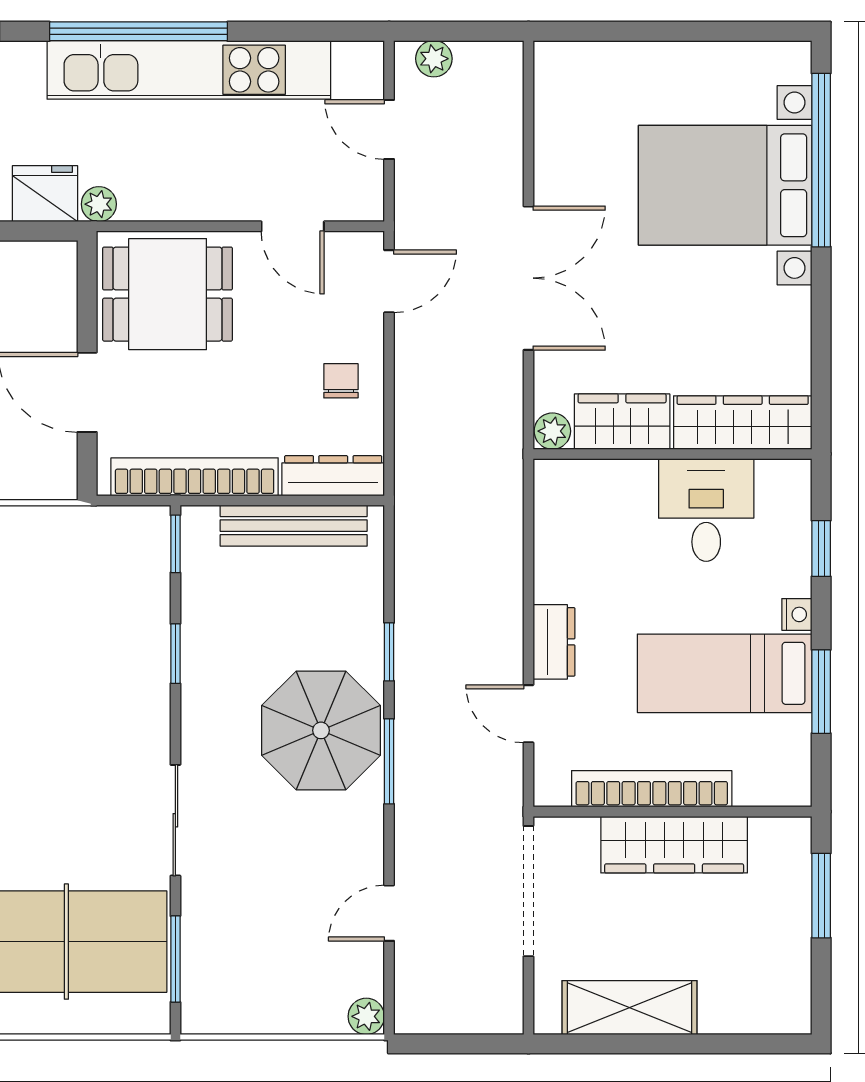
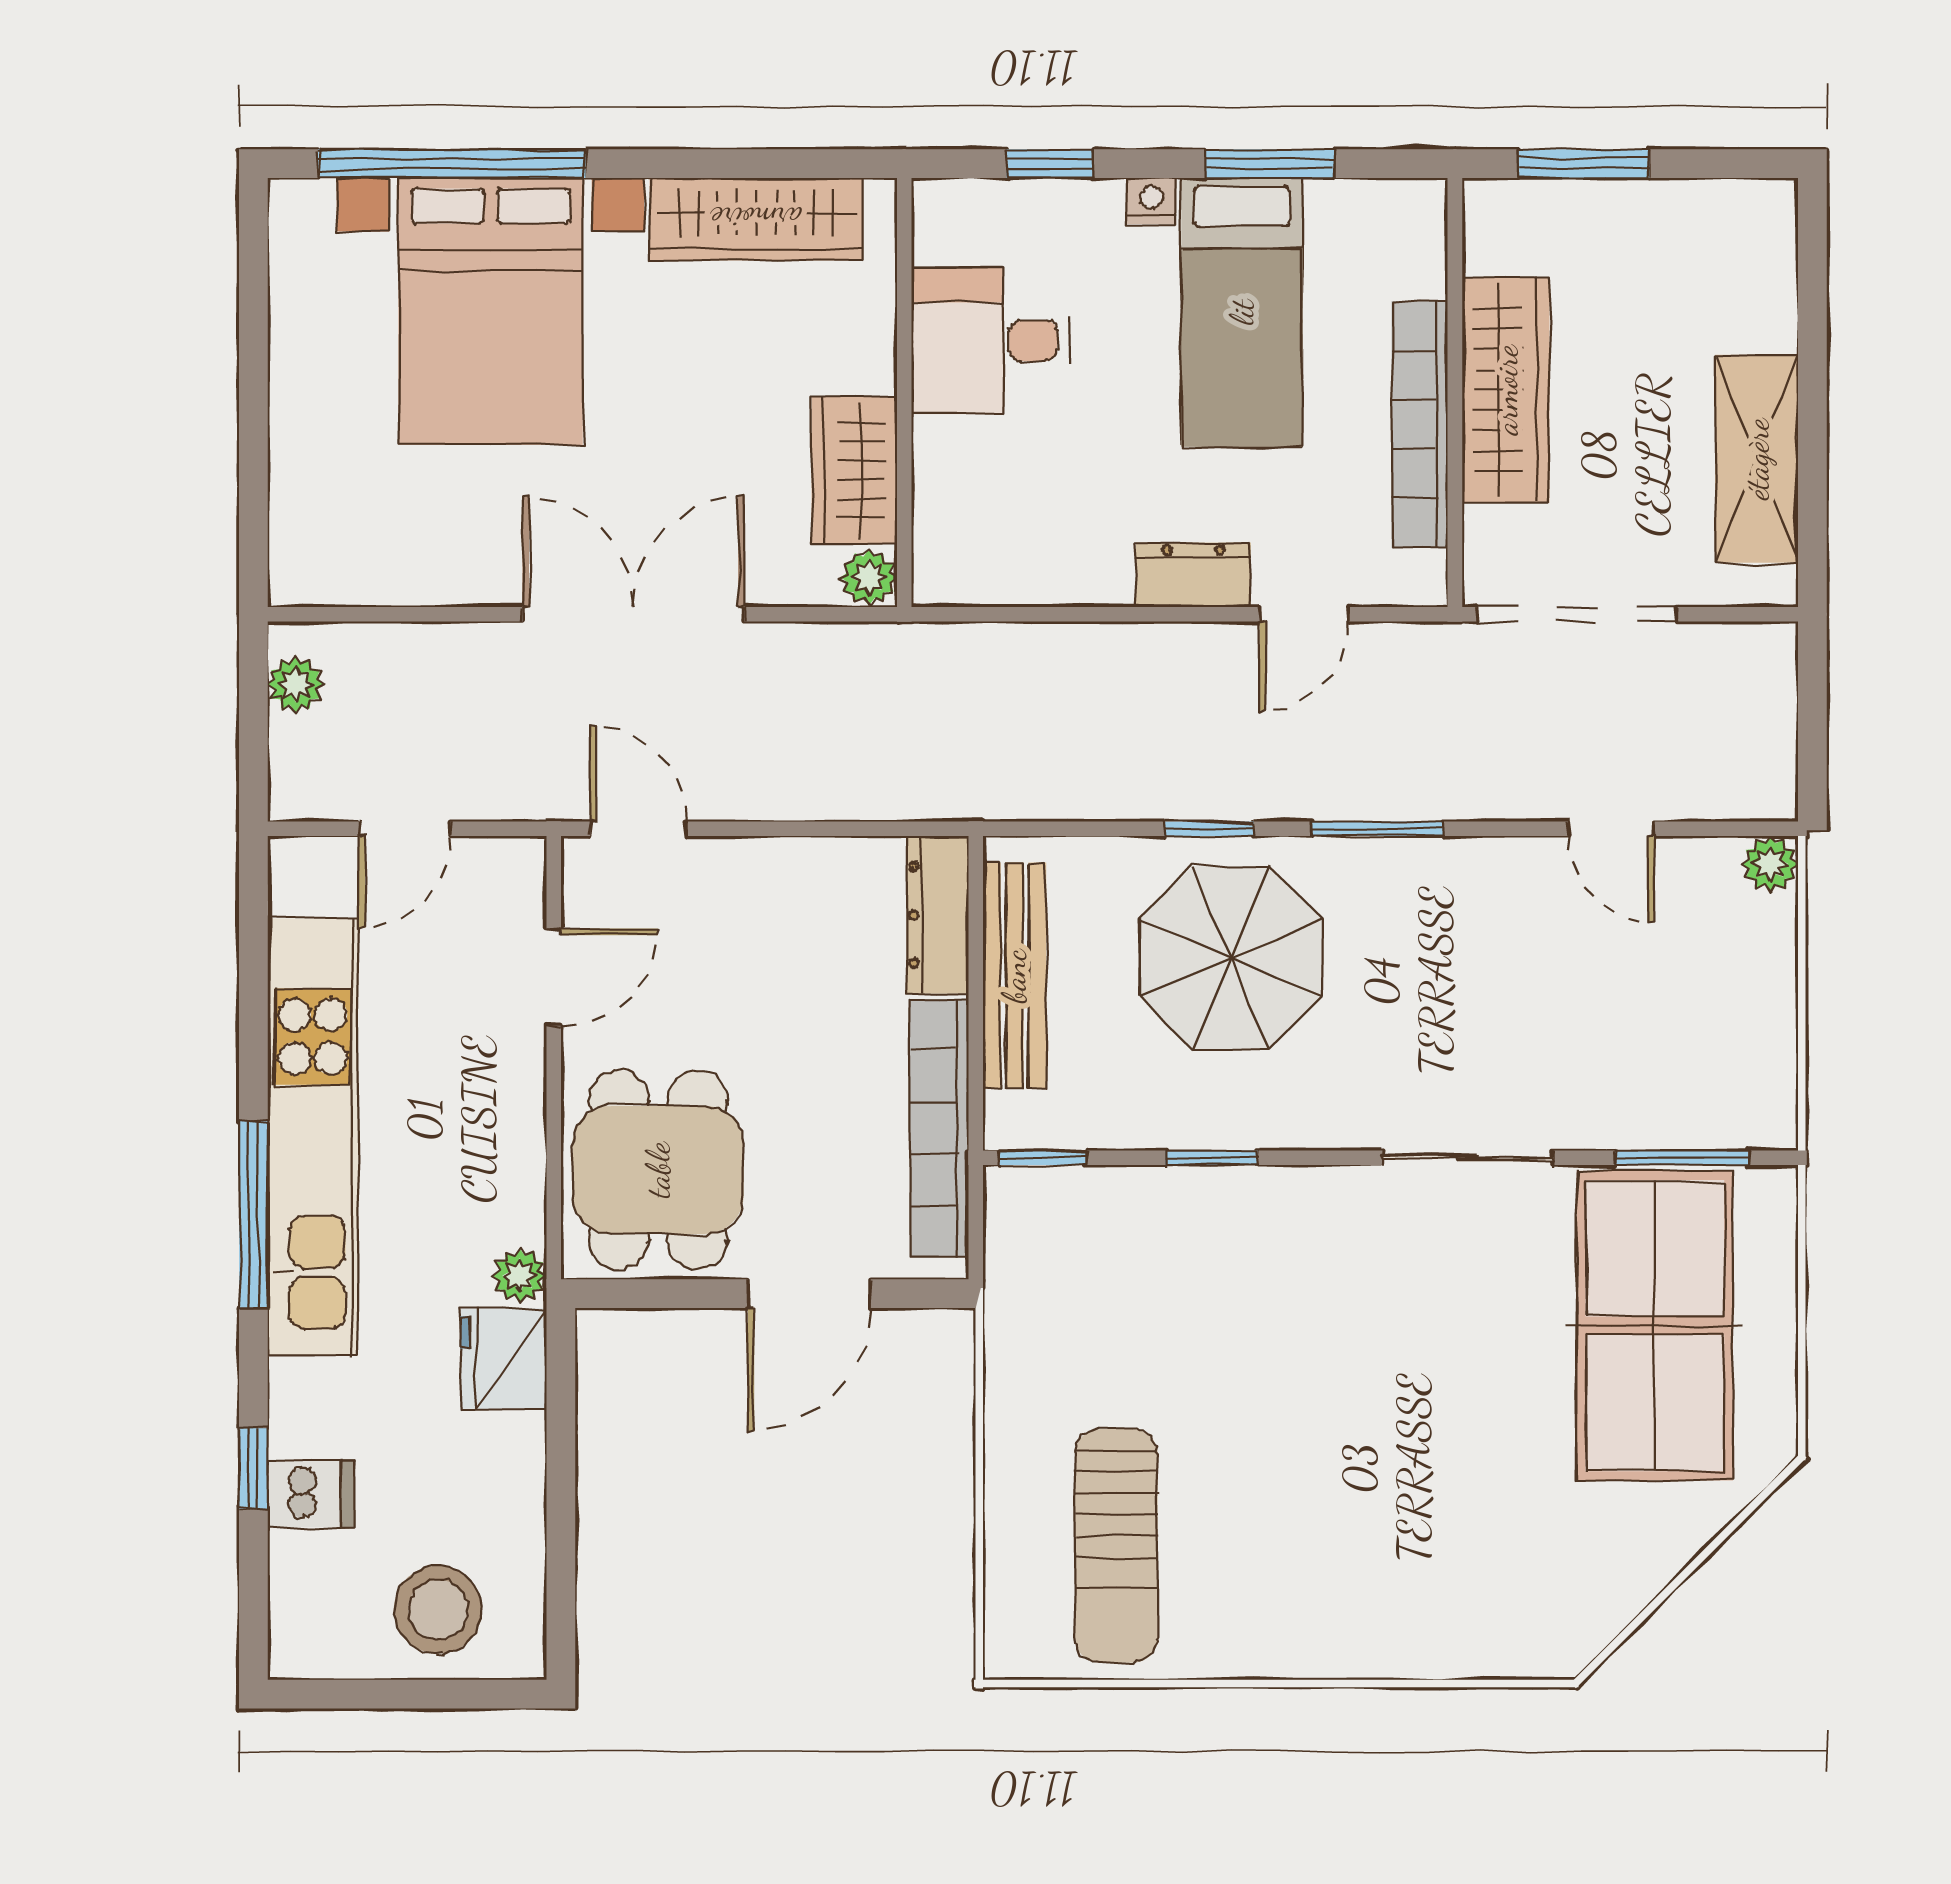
window: (139, 31) -> (253, 1215), width x0.68
plant: (434, 59) -> (296, 684), moved
chair: (341, 381) -> (792, 903), removed
wardrobe: (743, 423) -> (756, 219), moved, turned -90
parasol: (321, 730) -> (1231, 958), moved

